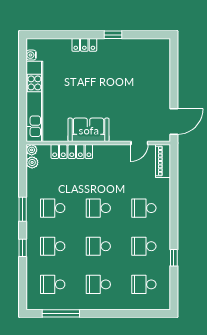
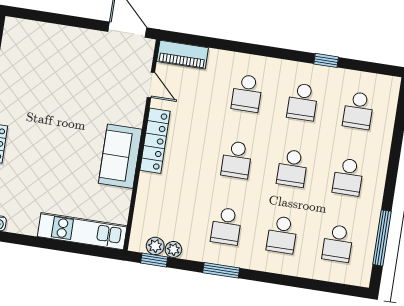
kitchen unit: (34, 101) -> (82, 231), width x0.73
plant: (32, 150) -> (173, 249), moved
locker: (72, 151) -> (155, 141), moved
window: (23, 248) -> (154, 260), moved

